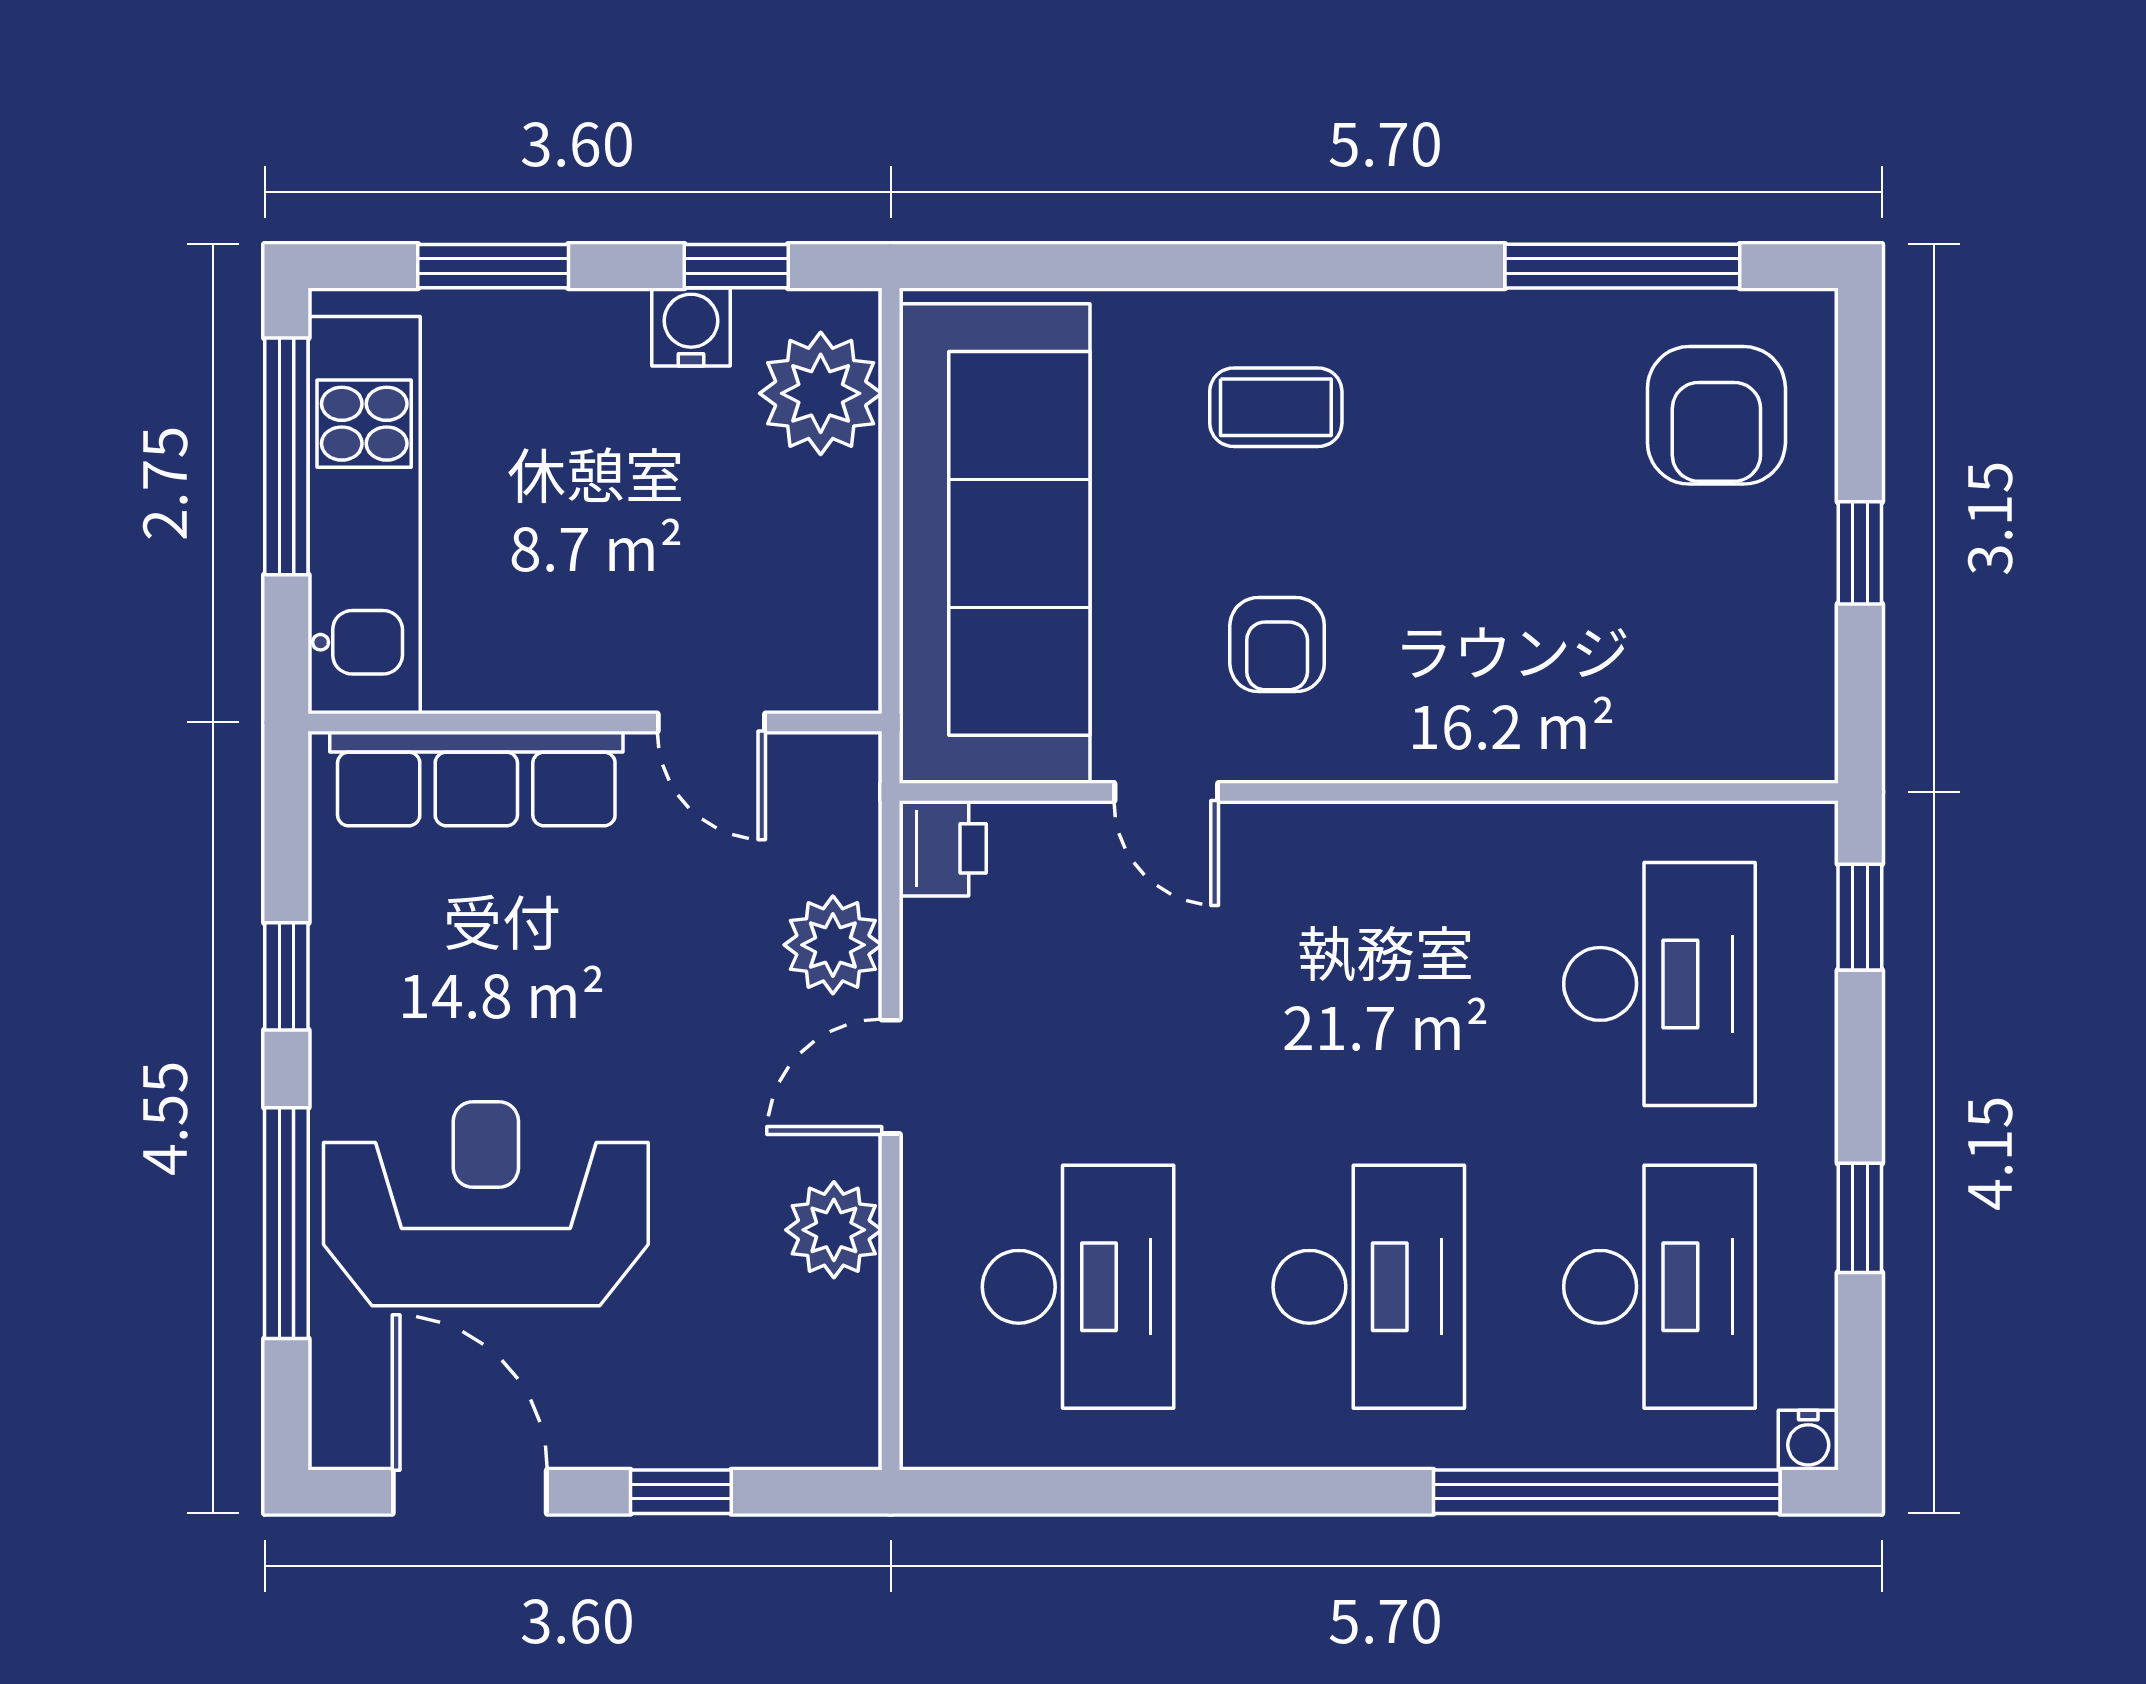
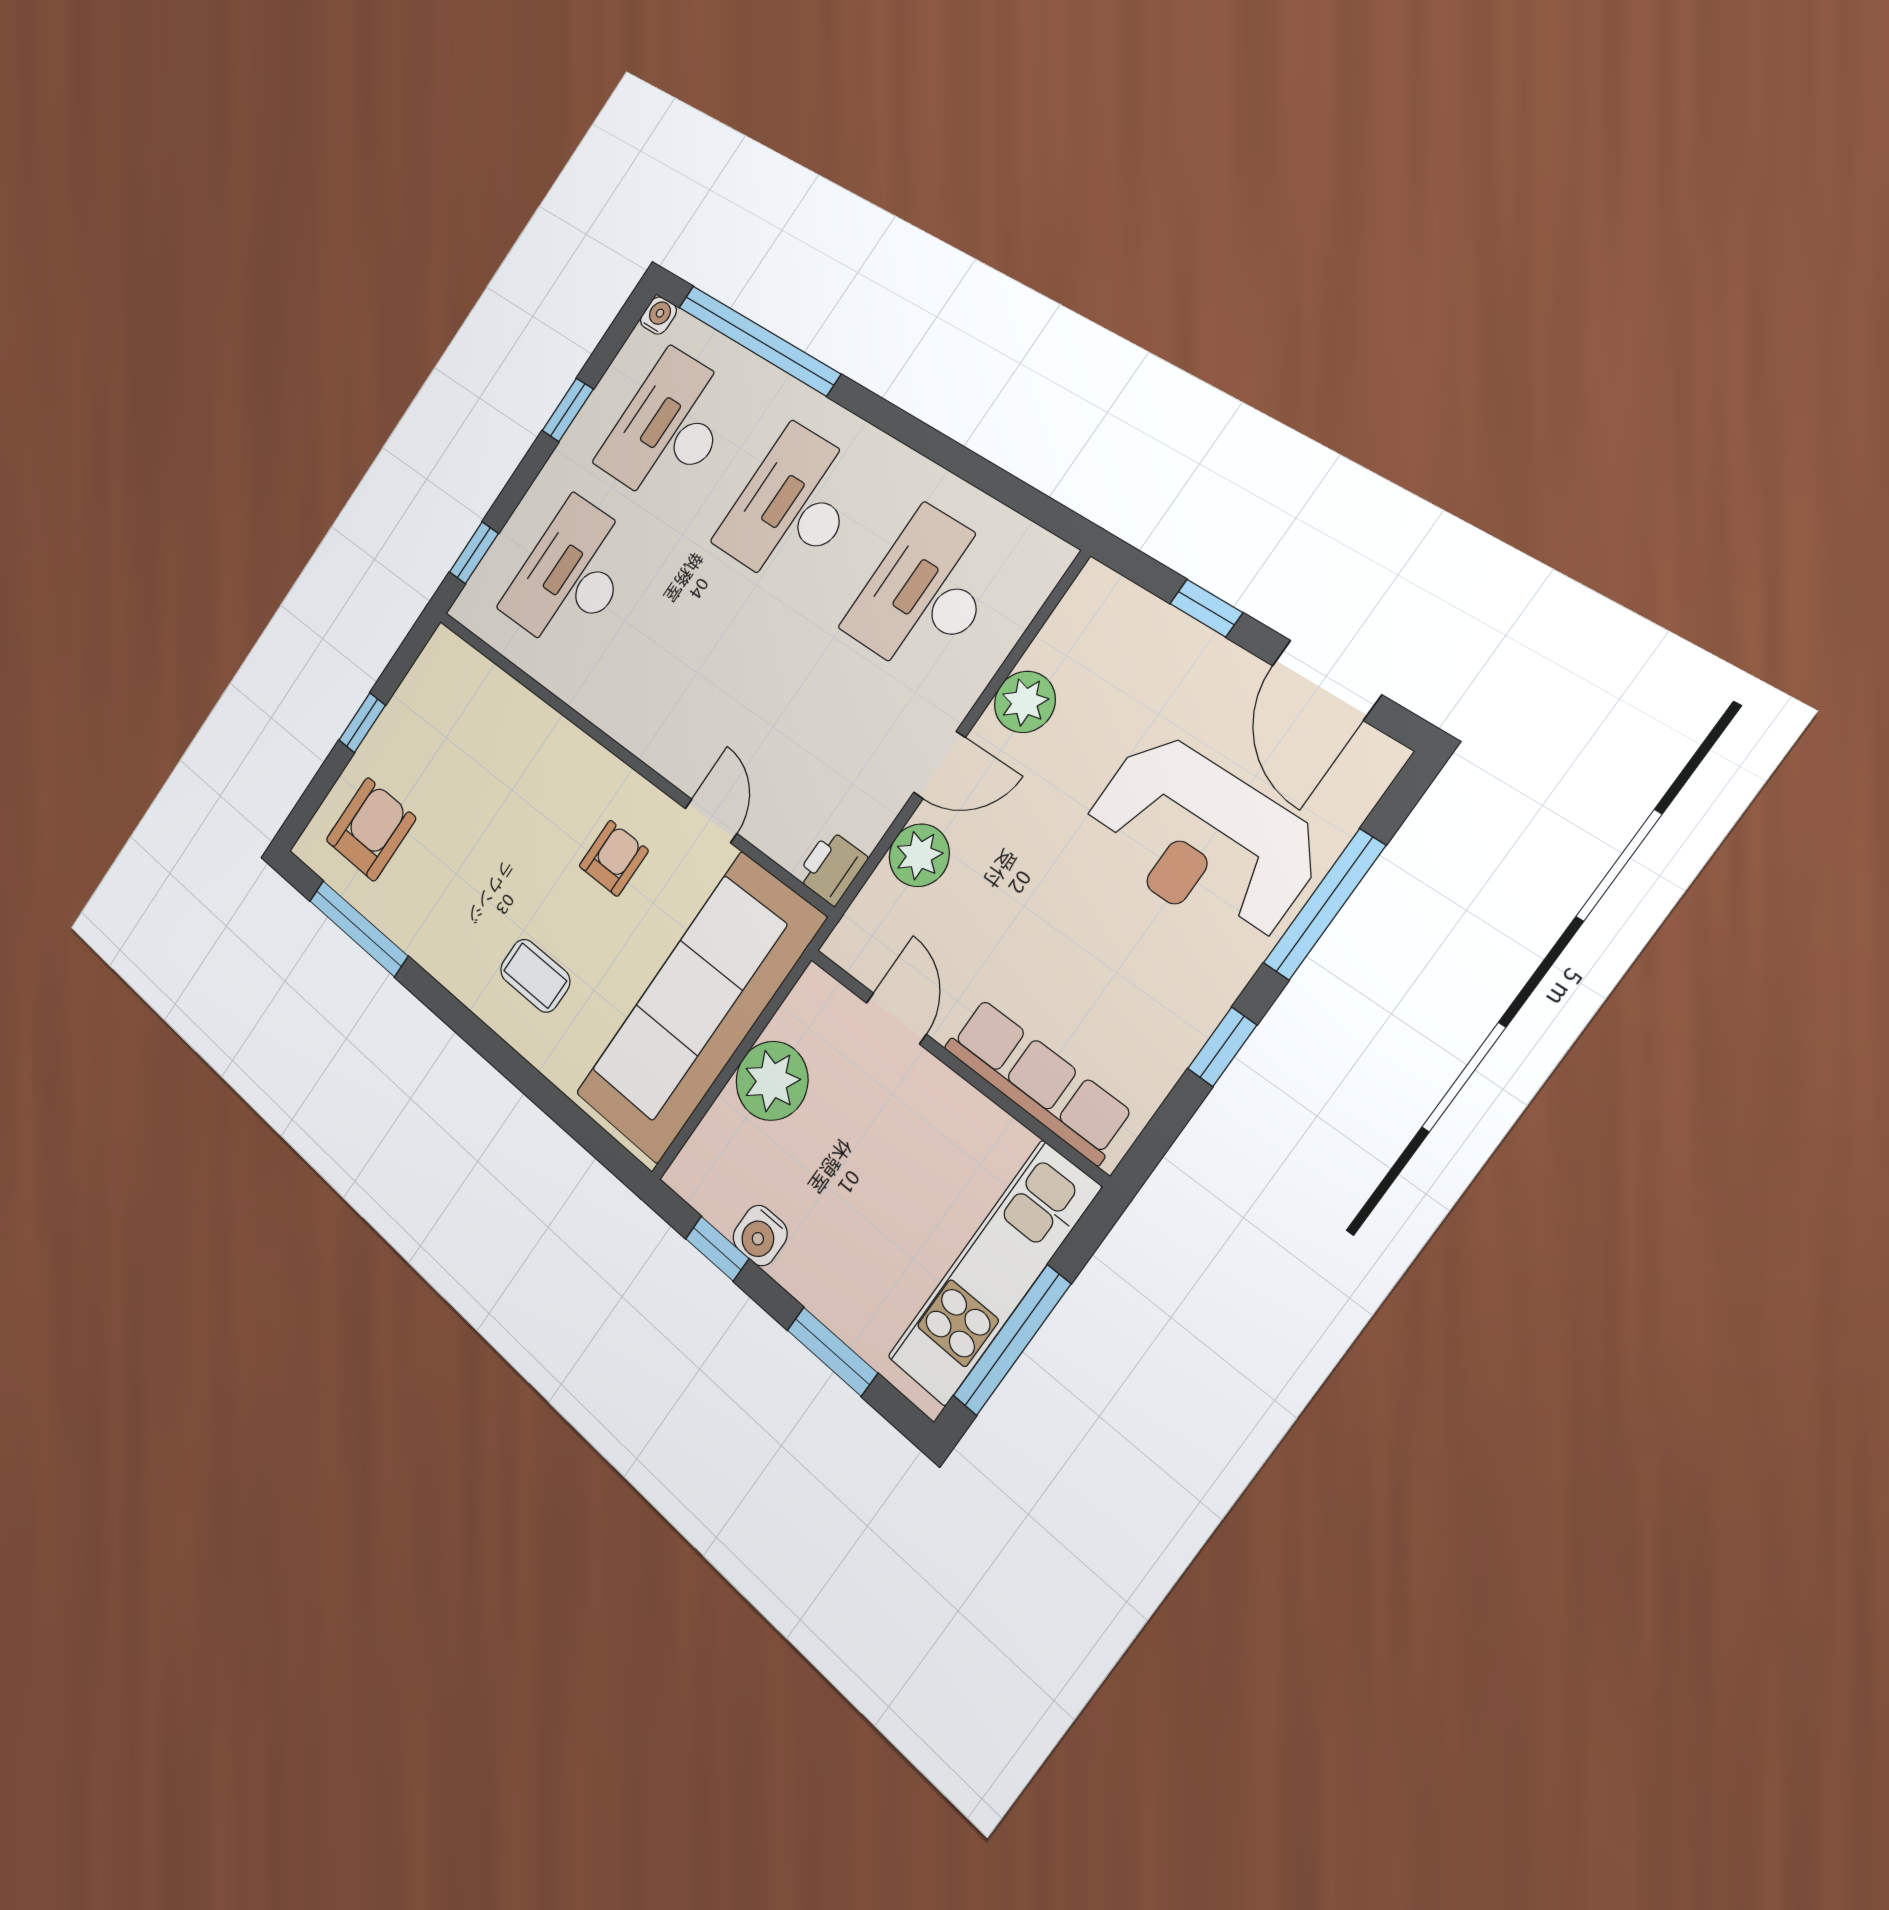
plant: (821, 393) -> (772, 1081), moved

